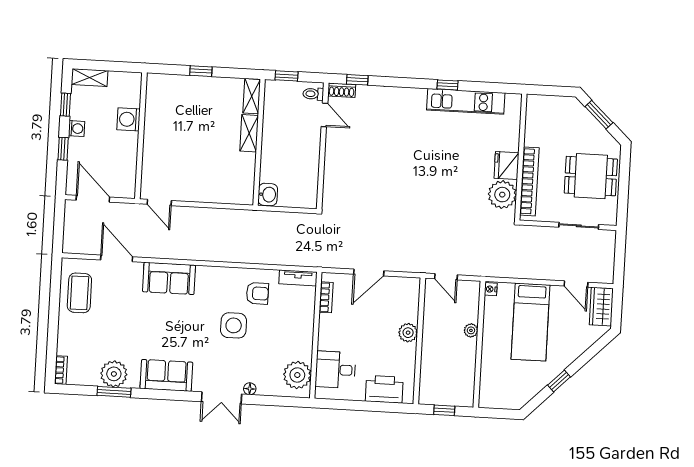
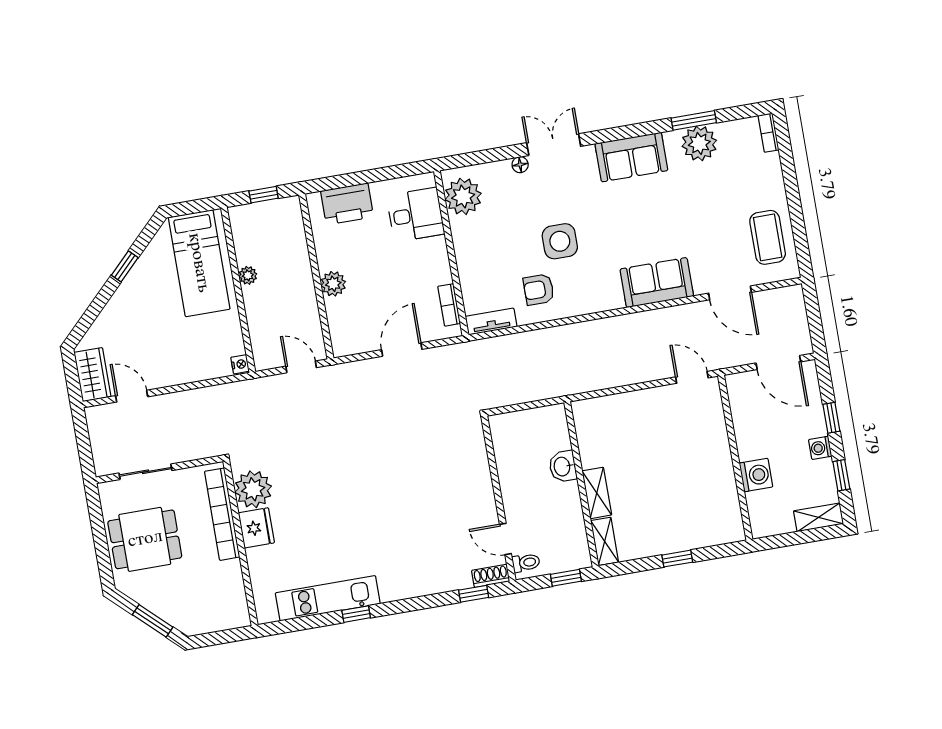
washbasin: (268, 195) -> (563, 466), moved
bed: (530, 322) -> (199, 263), moved, turned 180
plant: (471, 330) -> (248, 275), moved

